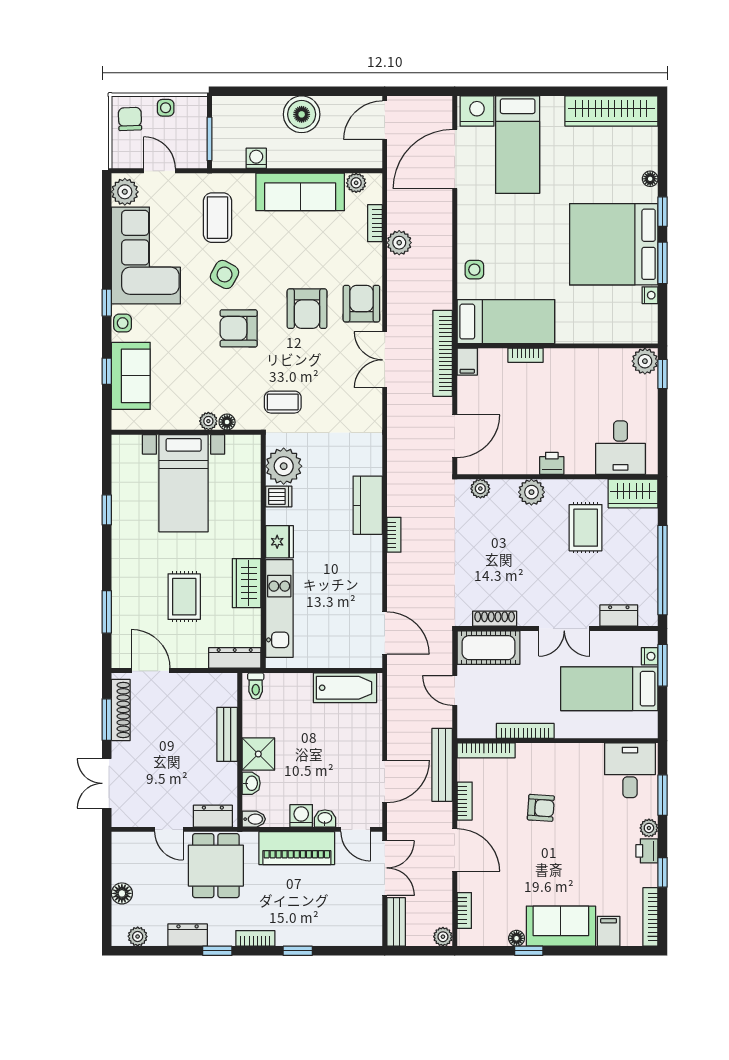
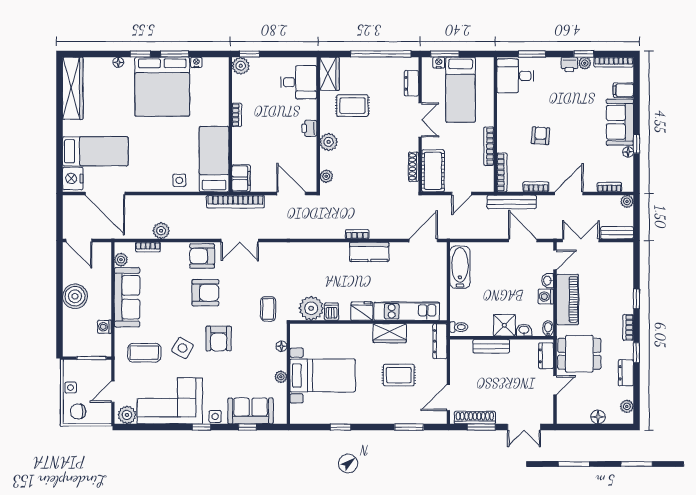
bookcase: (526, 355) -> (237, 115), moved
filing cabinet: (467, 362) -> (241, 178), width x2.00
plant: (208, 421) -> (281, 377), moved
kitchen counter: (368, 505) -> (369, 252), moved
plant: (649, 828) -> (585, 63), moved

